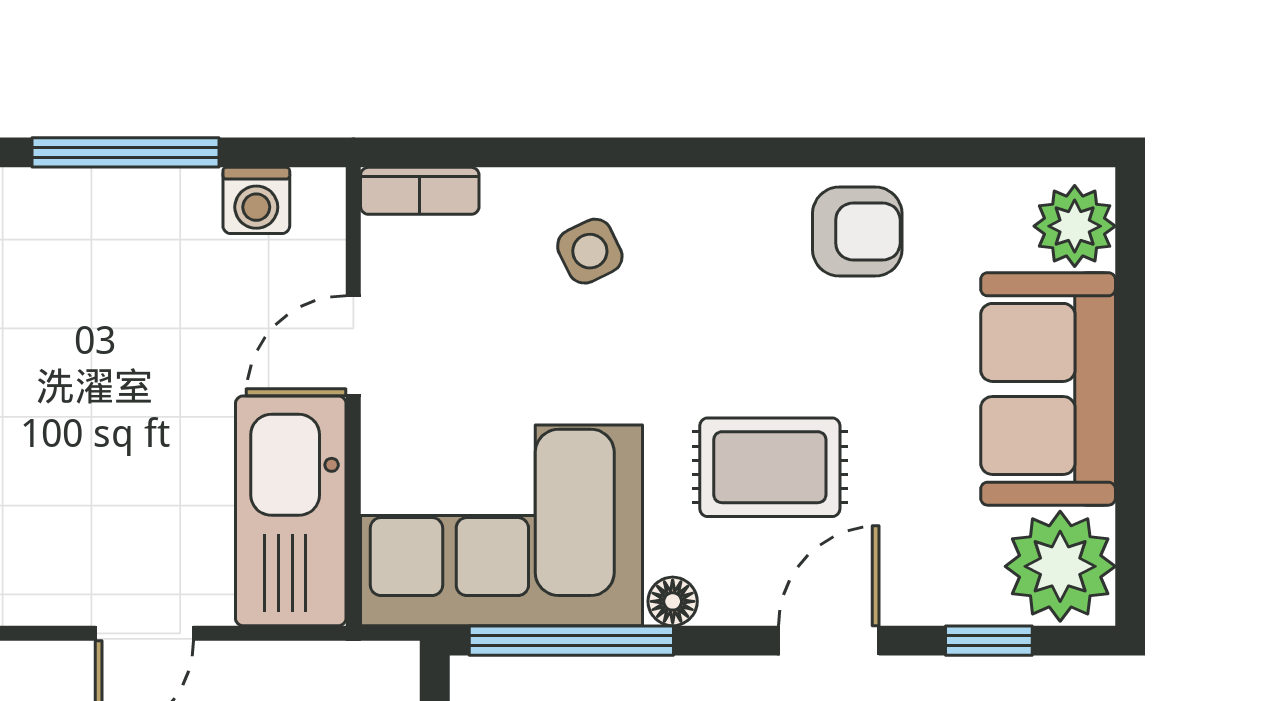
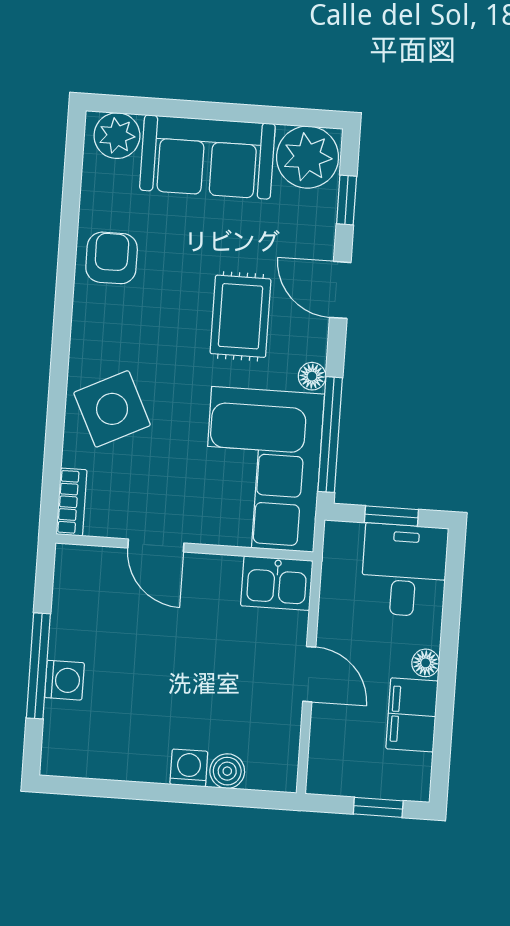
washing machine: (256, 200) -> (64, 680), moved
side table: (590, 251) -> (112, 409), width x1.87, depth x1.87
kitchen sink: (291, 511) -> (277, 583), width x0.53, depth x0.81

